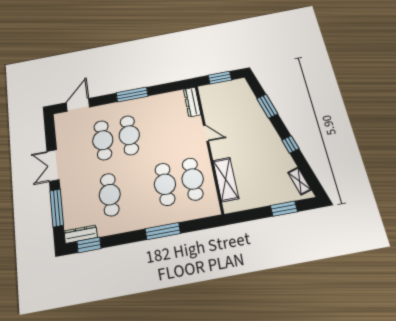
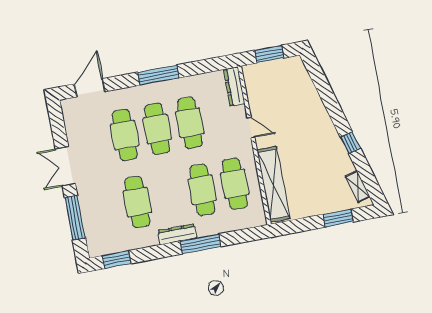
window: (267, 106) -> (326, 94), removed
cafe table: (156, 130) -> (190, 123), added
shelving: (226, 179) -> (273, 184), width x1.47
dresser: (81, 234) -> (177, 234), moved

